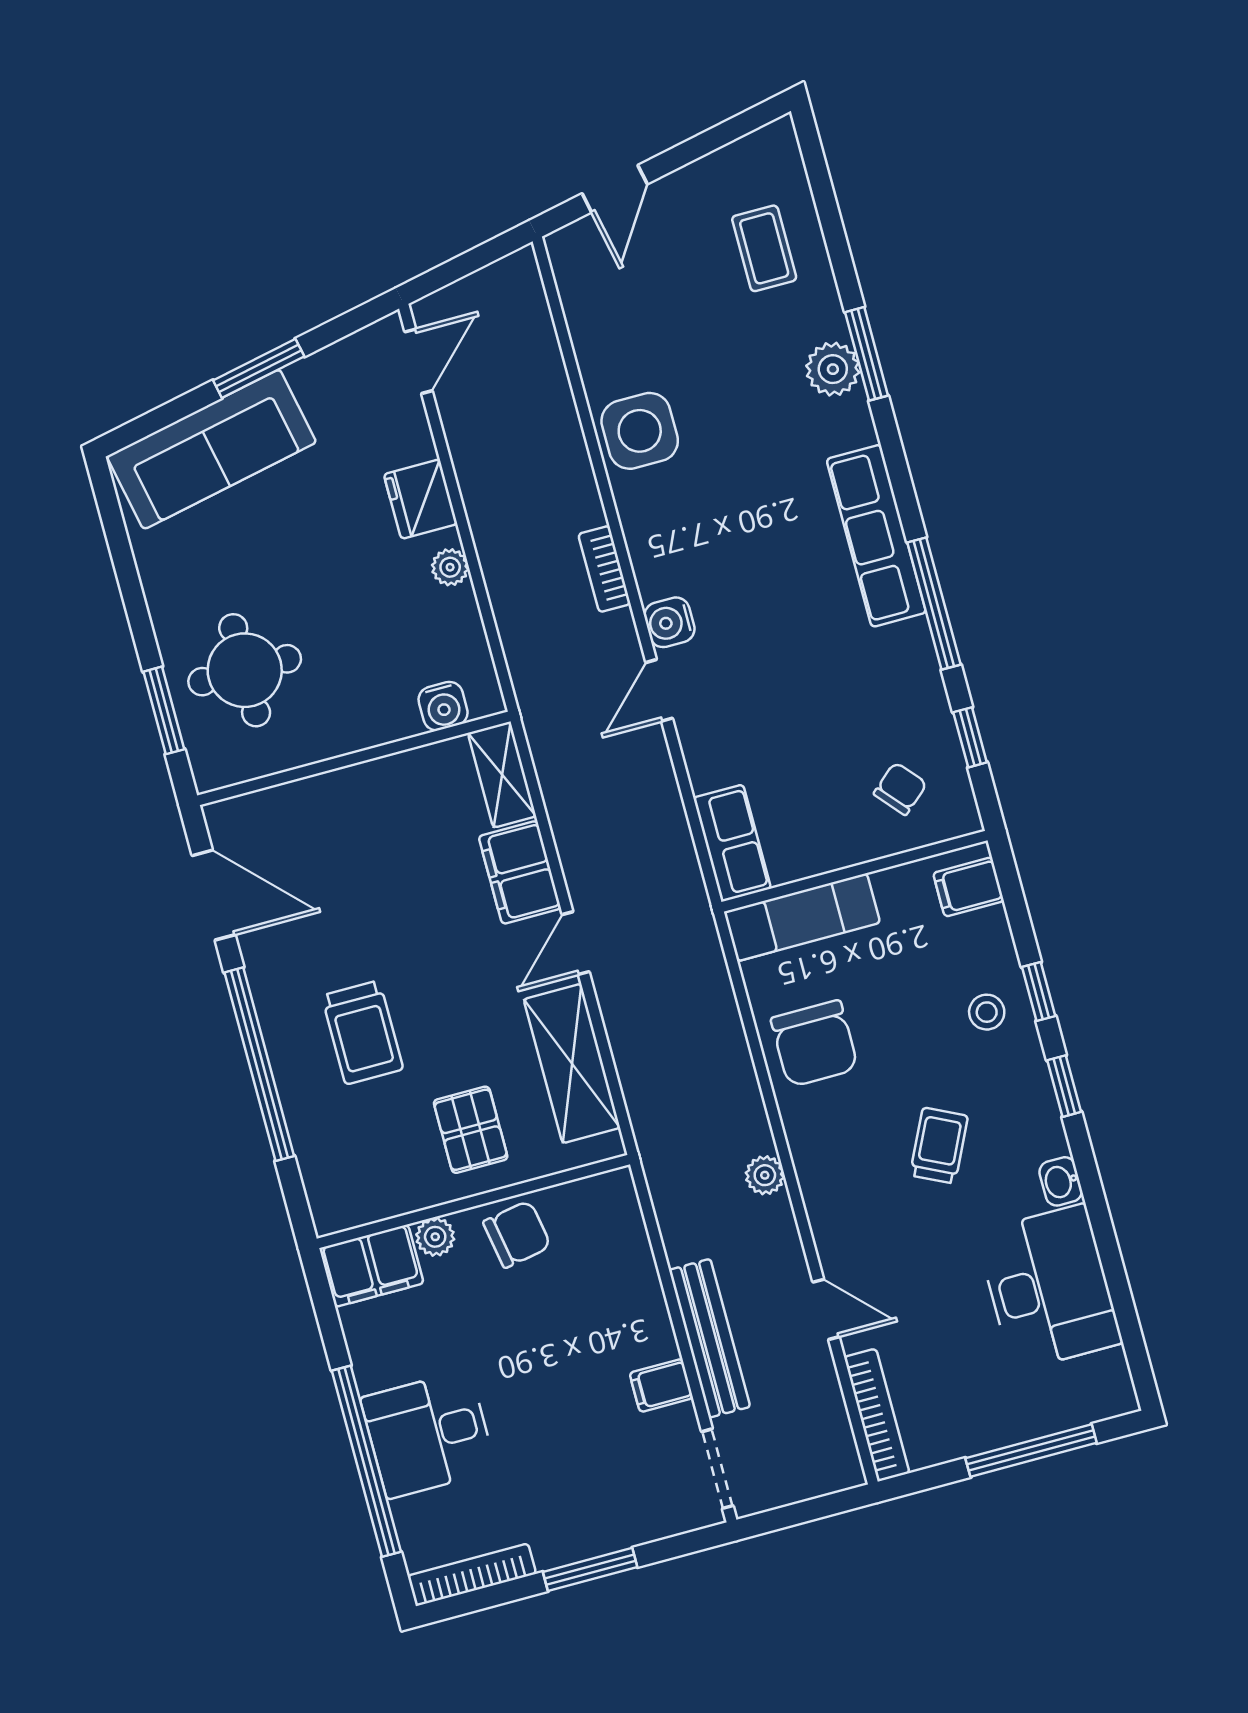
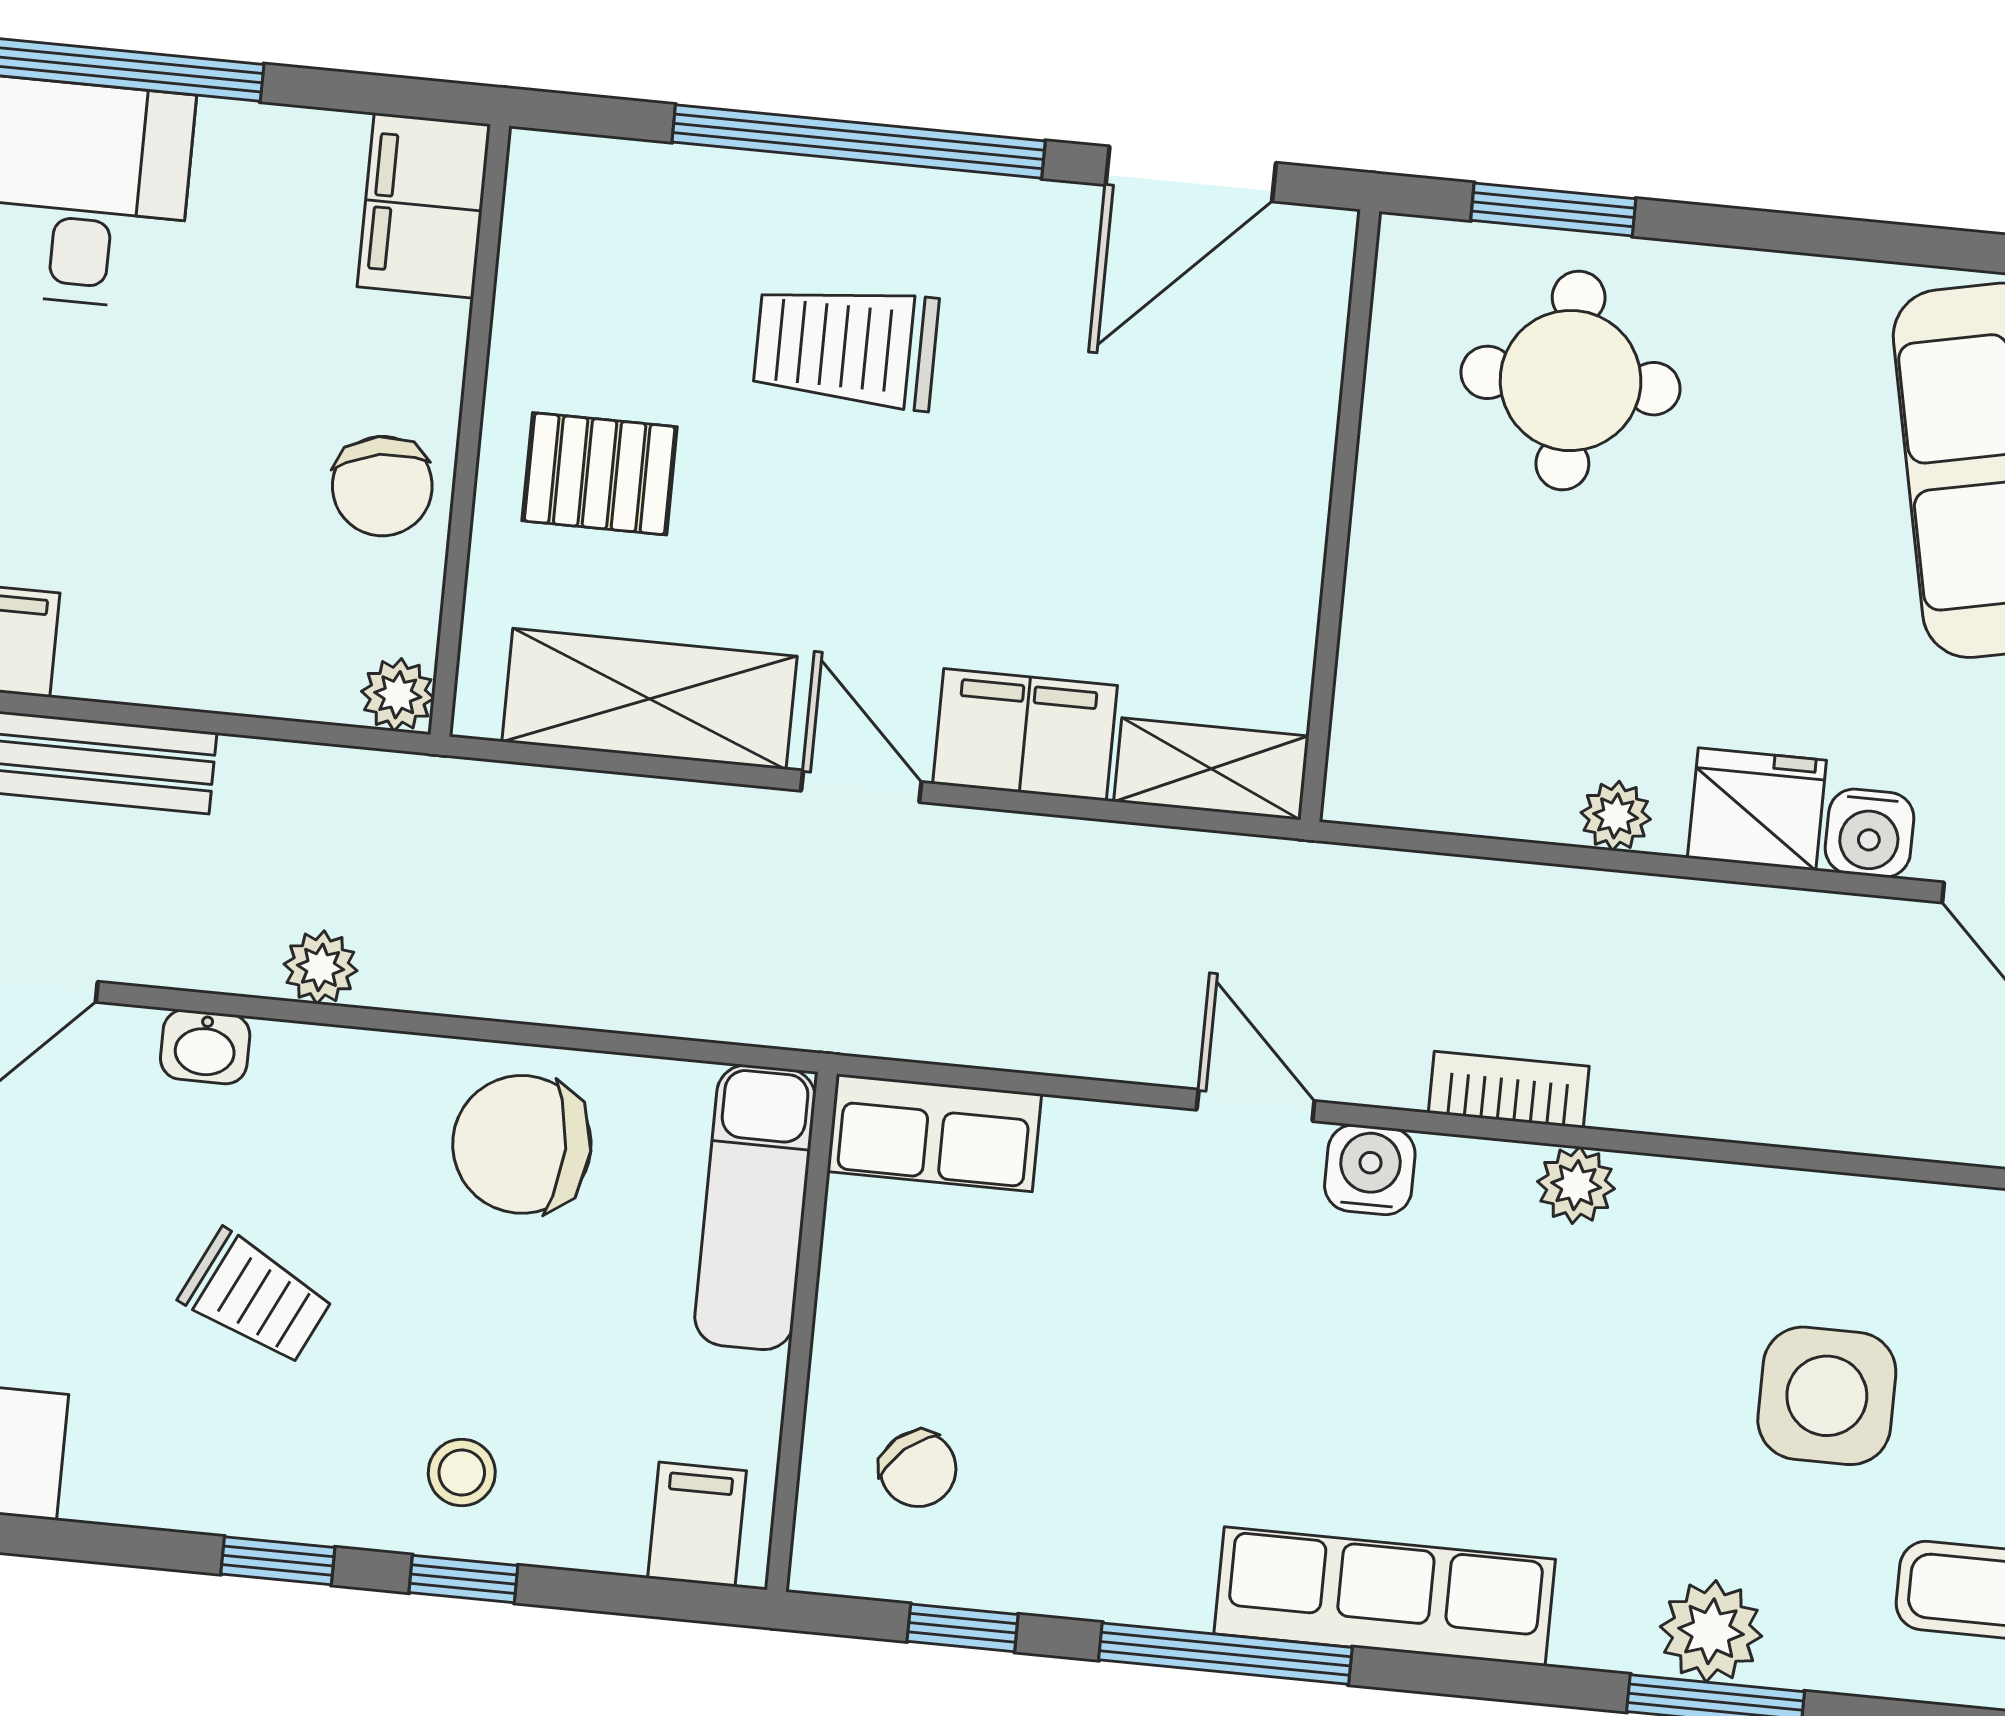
side table: (640, 431) -> (1827, 1396), moved
plant: (639, 518) -> (1576, 1185), added
water cooler: (443, 706) -> (1870, 833), moved, turned -90
washbasin: (1061, 1181) -> (205, 1047), moved, turned 180
plant: (435, 1237) -> (398, 695), moved

